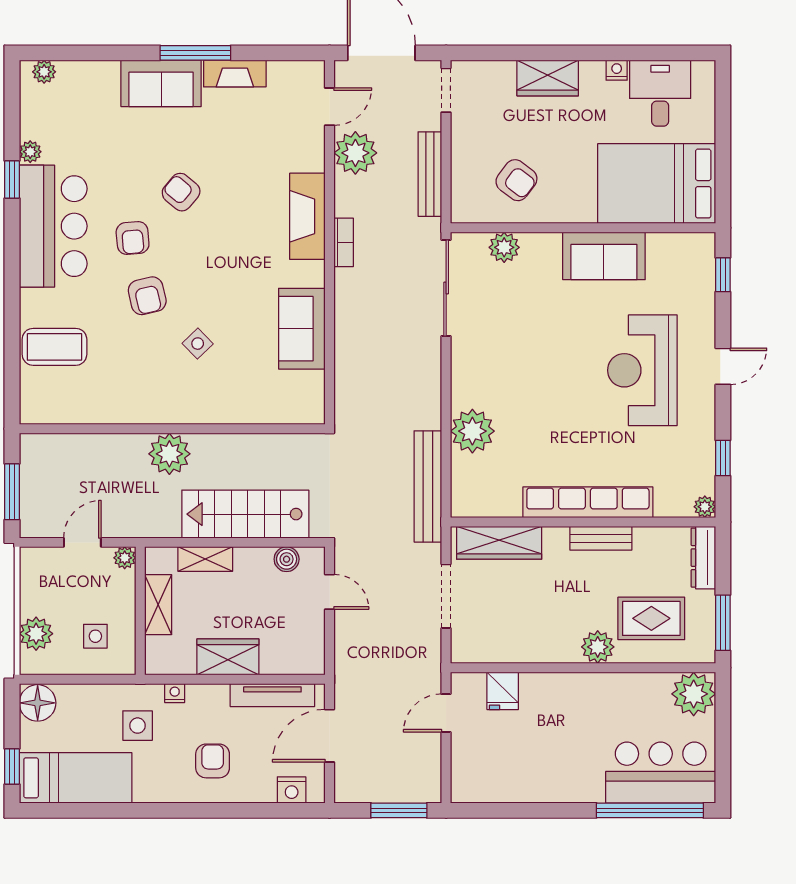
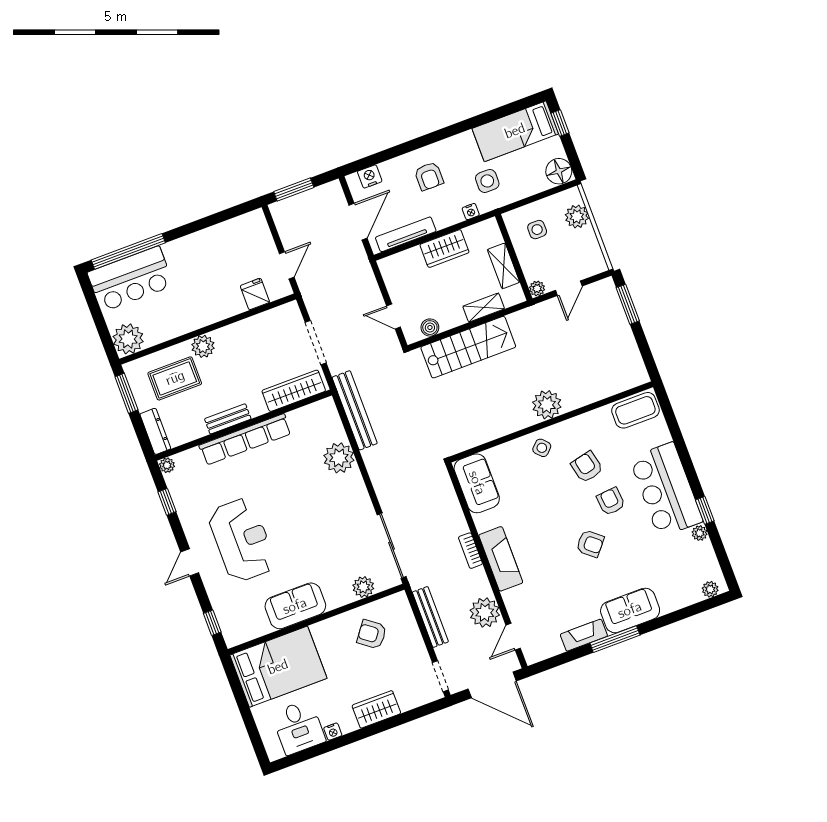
wall: (172, 429) -> (551, 422), moved
plant: (169, 454) -> (547, 405), moved

